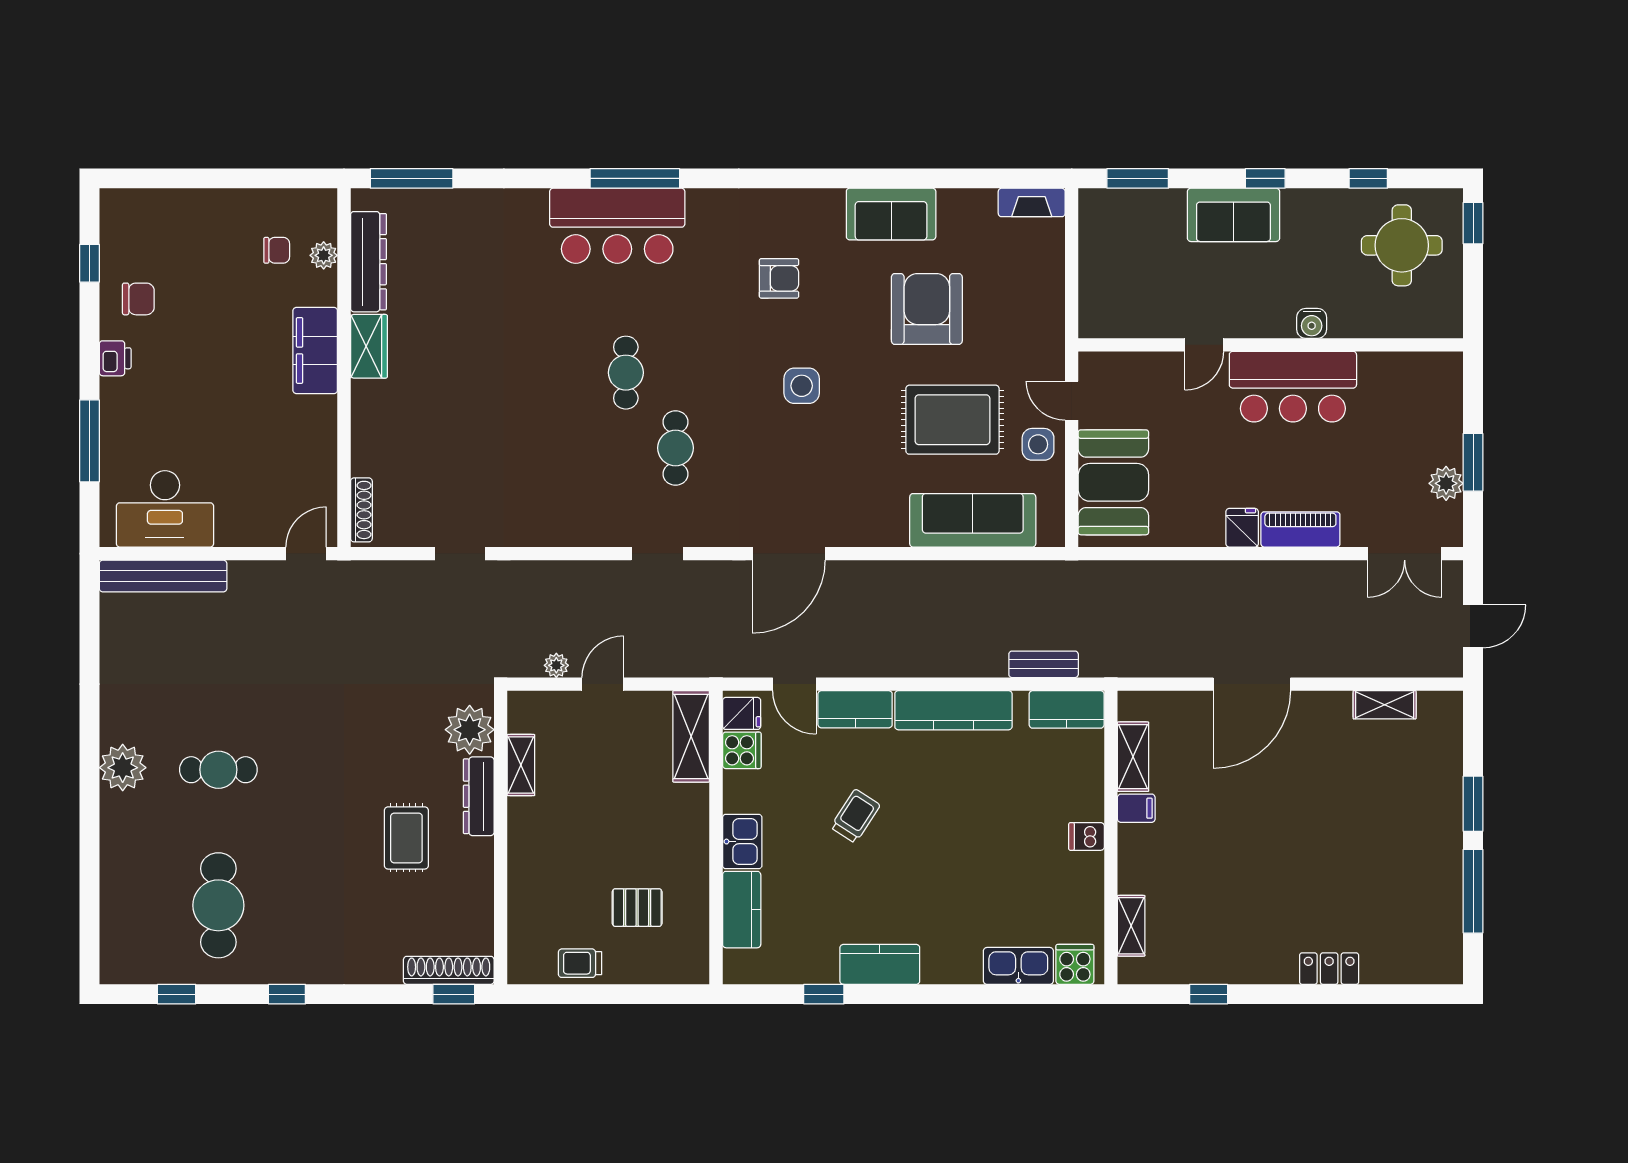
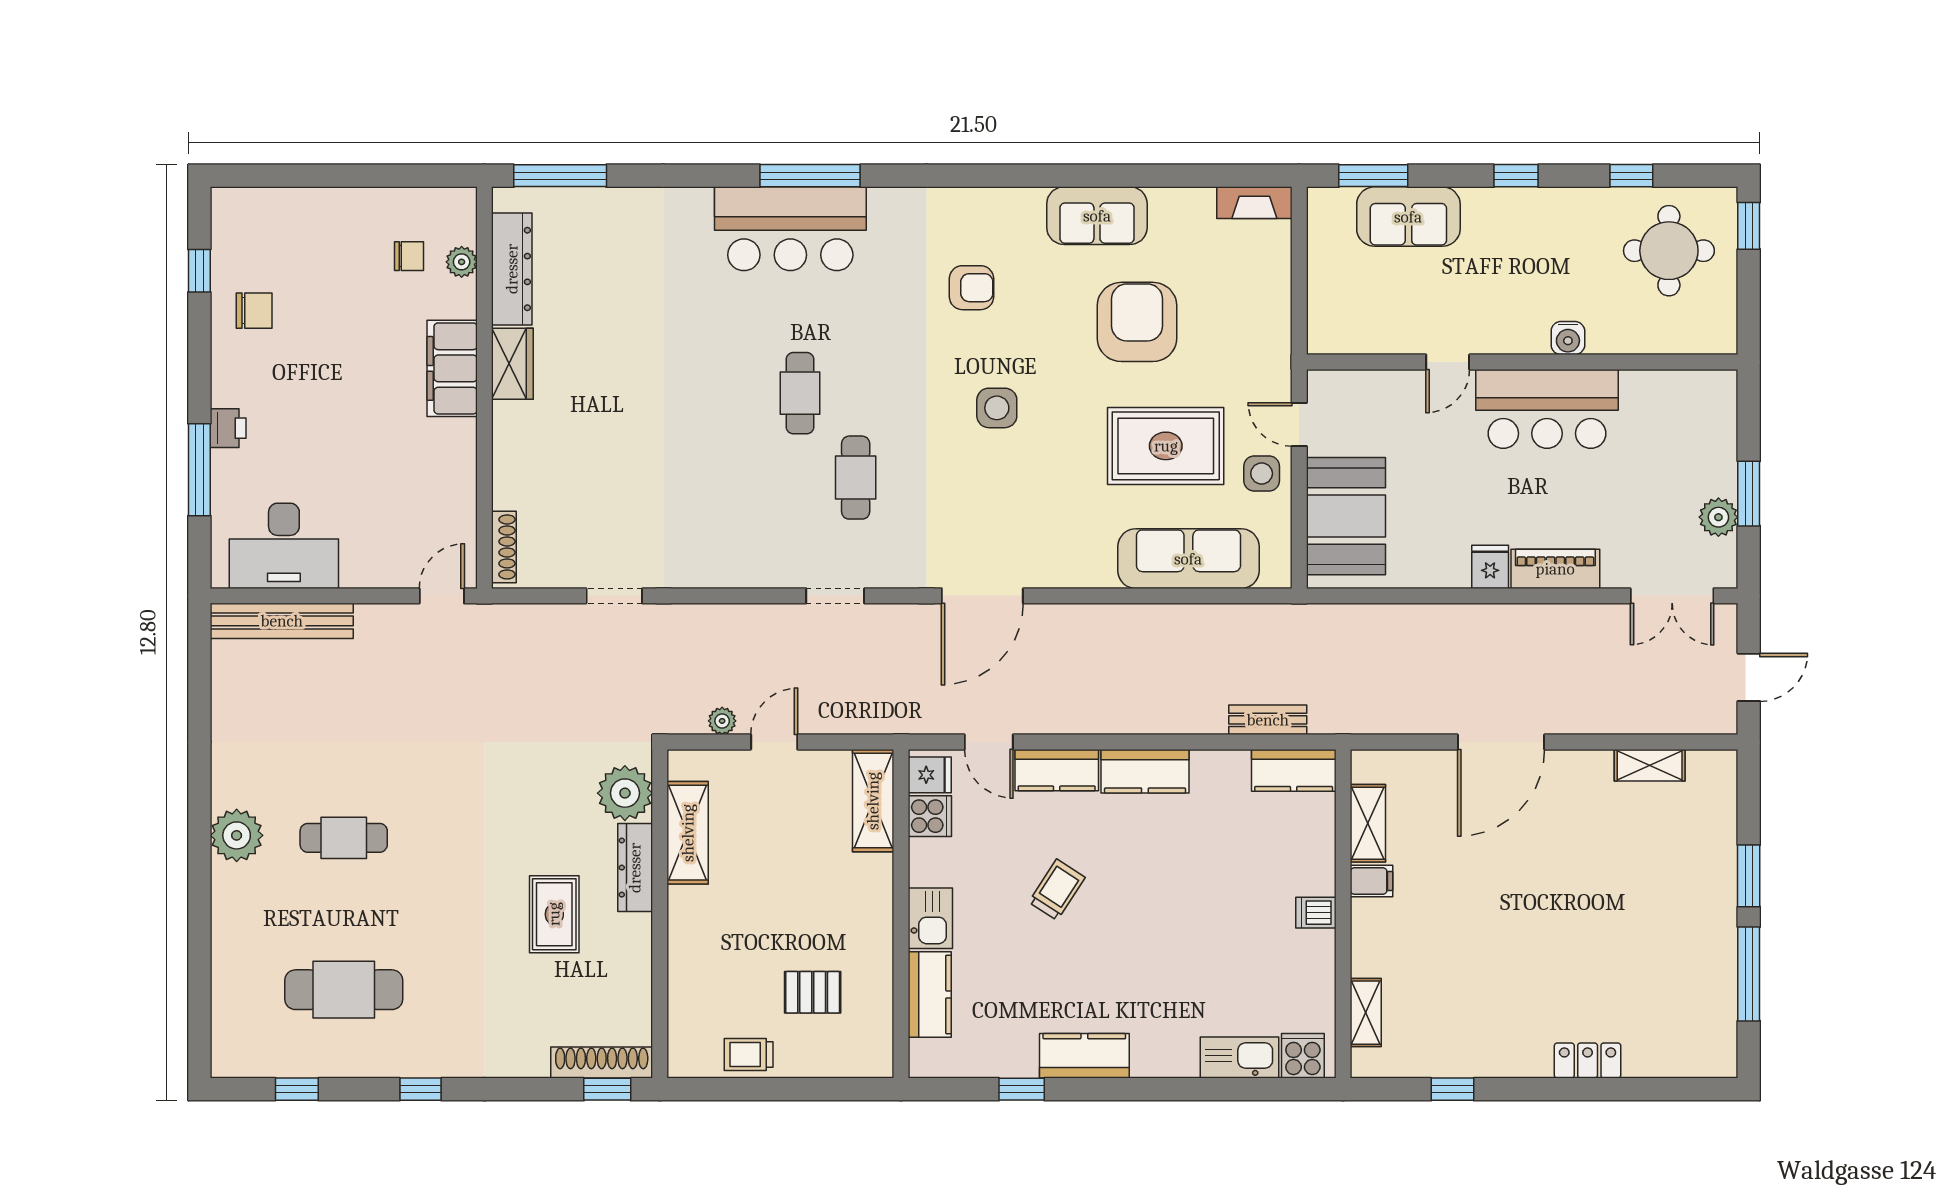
sofa: (1233, 215) -> (1408, 217), moved
printer: (115, 358) -> (228, 428), moved
kitchen counter: (953, 710) -> (1145, 771), width x0.67
shelving: (521, 765) -> (688, 833), width x1.50, depth x1.33
cafe table: (218, 905) -> (344, 990), turned 90

